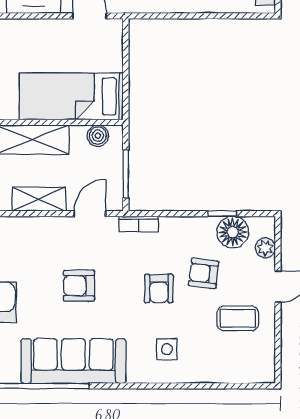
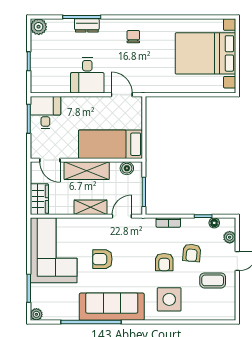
bookcase: (139, 224) -> (168, 223), moved
floor lamp: (233, 232) -> (214, 223), width x0.53, depth x0.53
armchair: (204, 273) -> (192, 253), turned -92
armchair: (79, 286) -> (102, 259), moved
side table: (167, 349) -> (169, 299), width x1.87, depth x1.87

